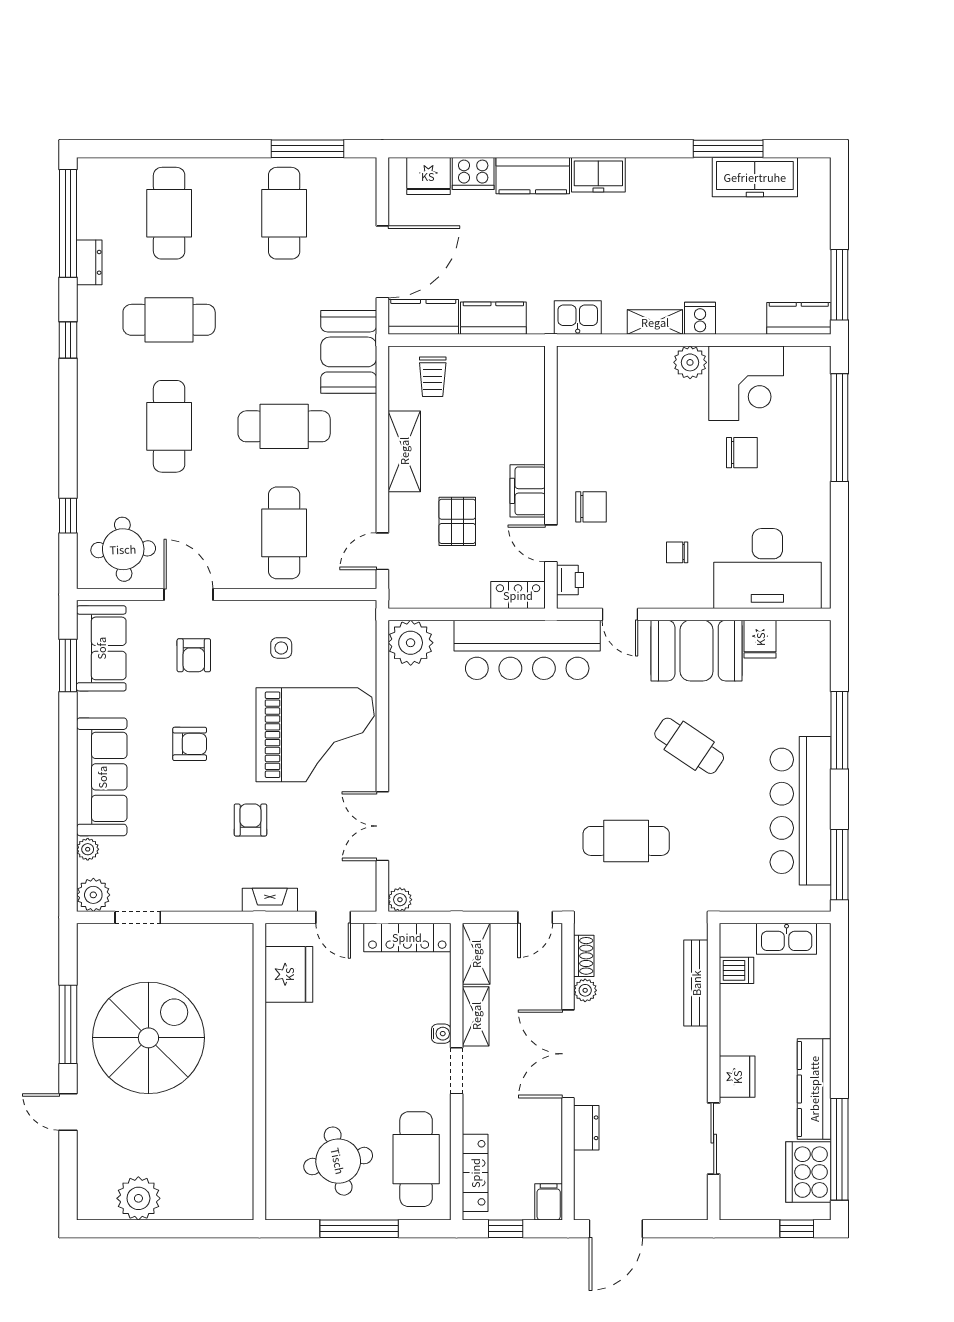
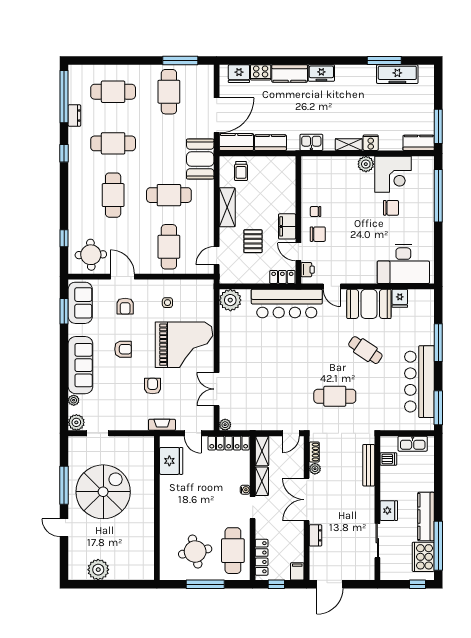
cafe table: (169, 213) -> (113, 92), turned 90
chair: (677, 552) -> (316, 212), moved

